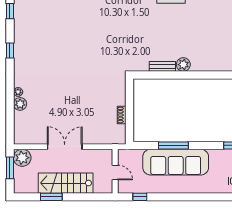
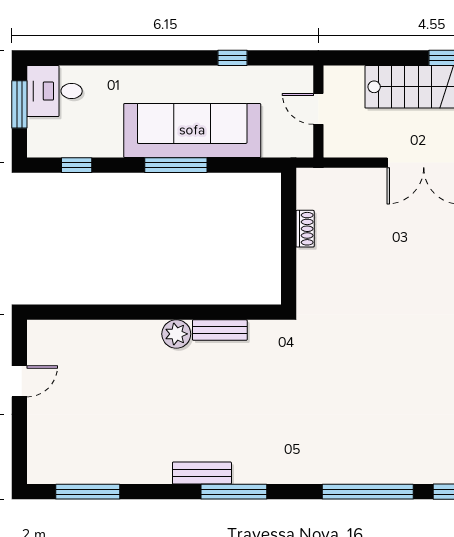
window: (173, 145) -> (176, 165), moved
window: (140, 197) -> (233, 58), moved

